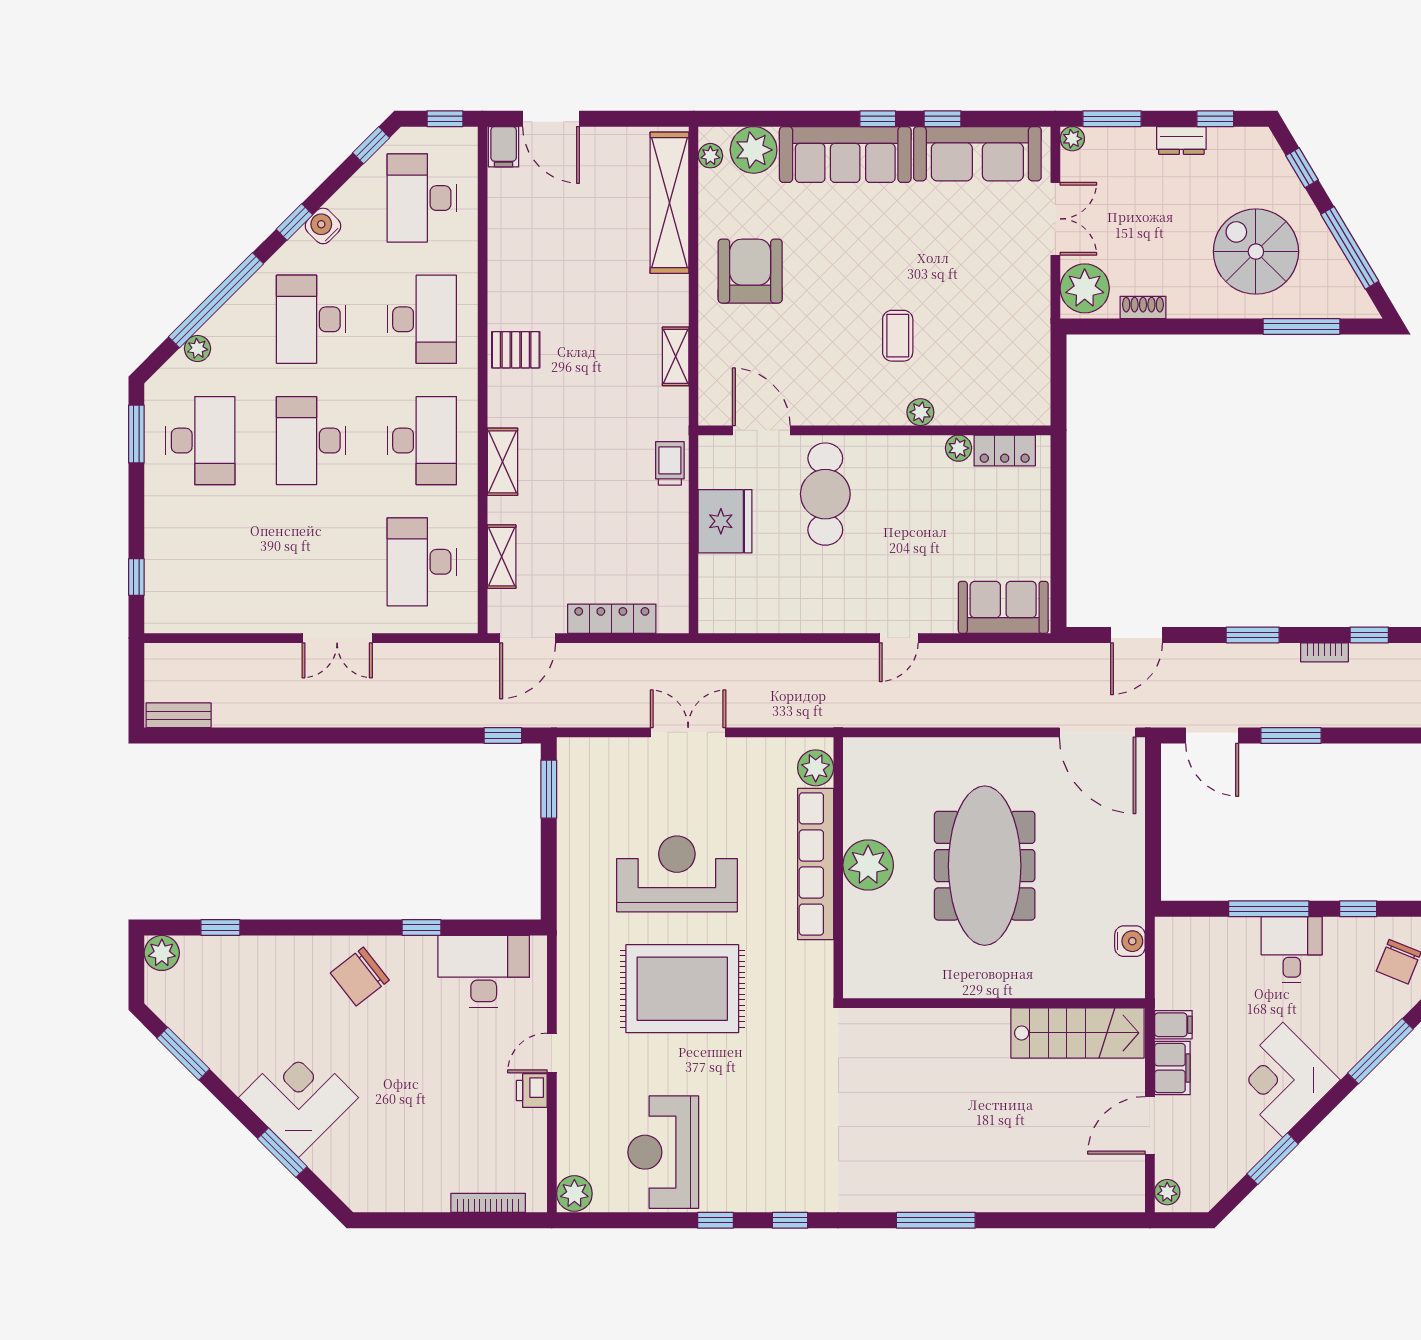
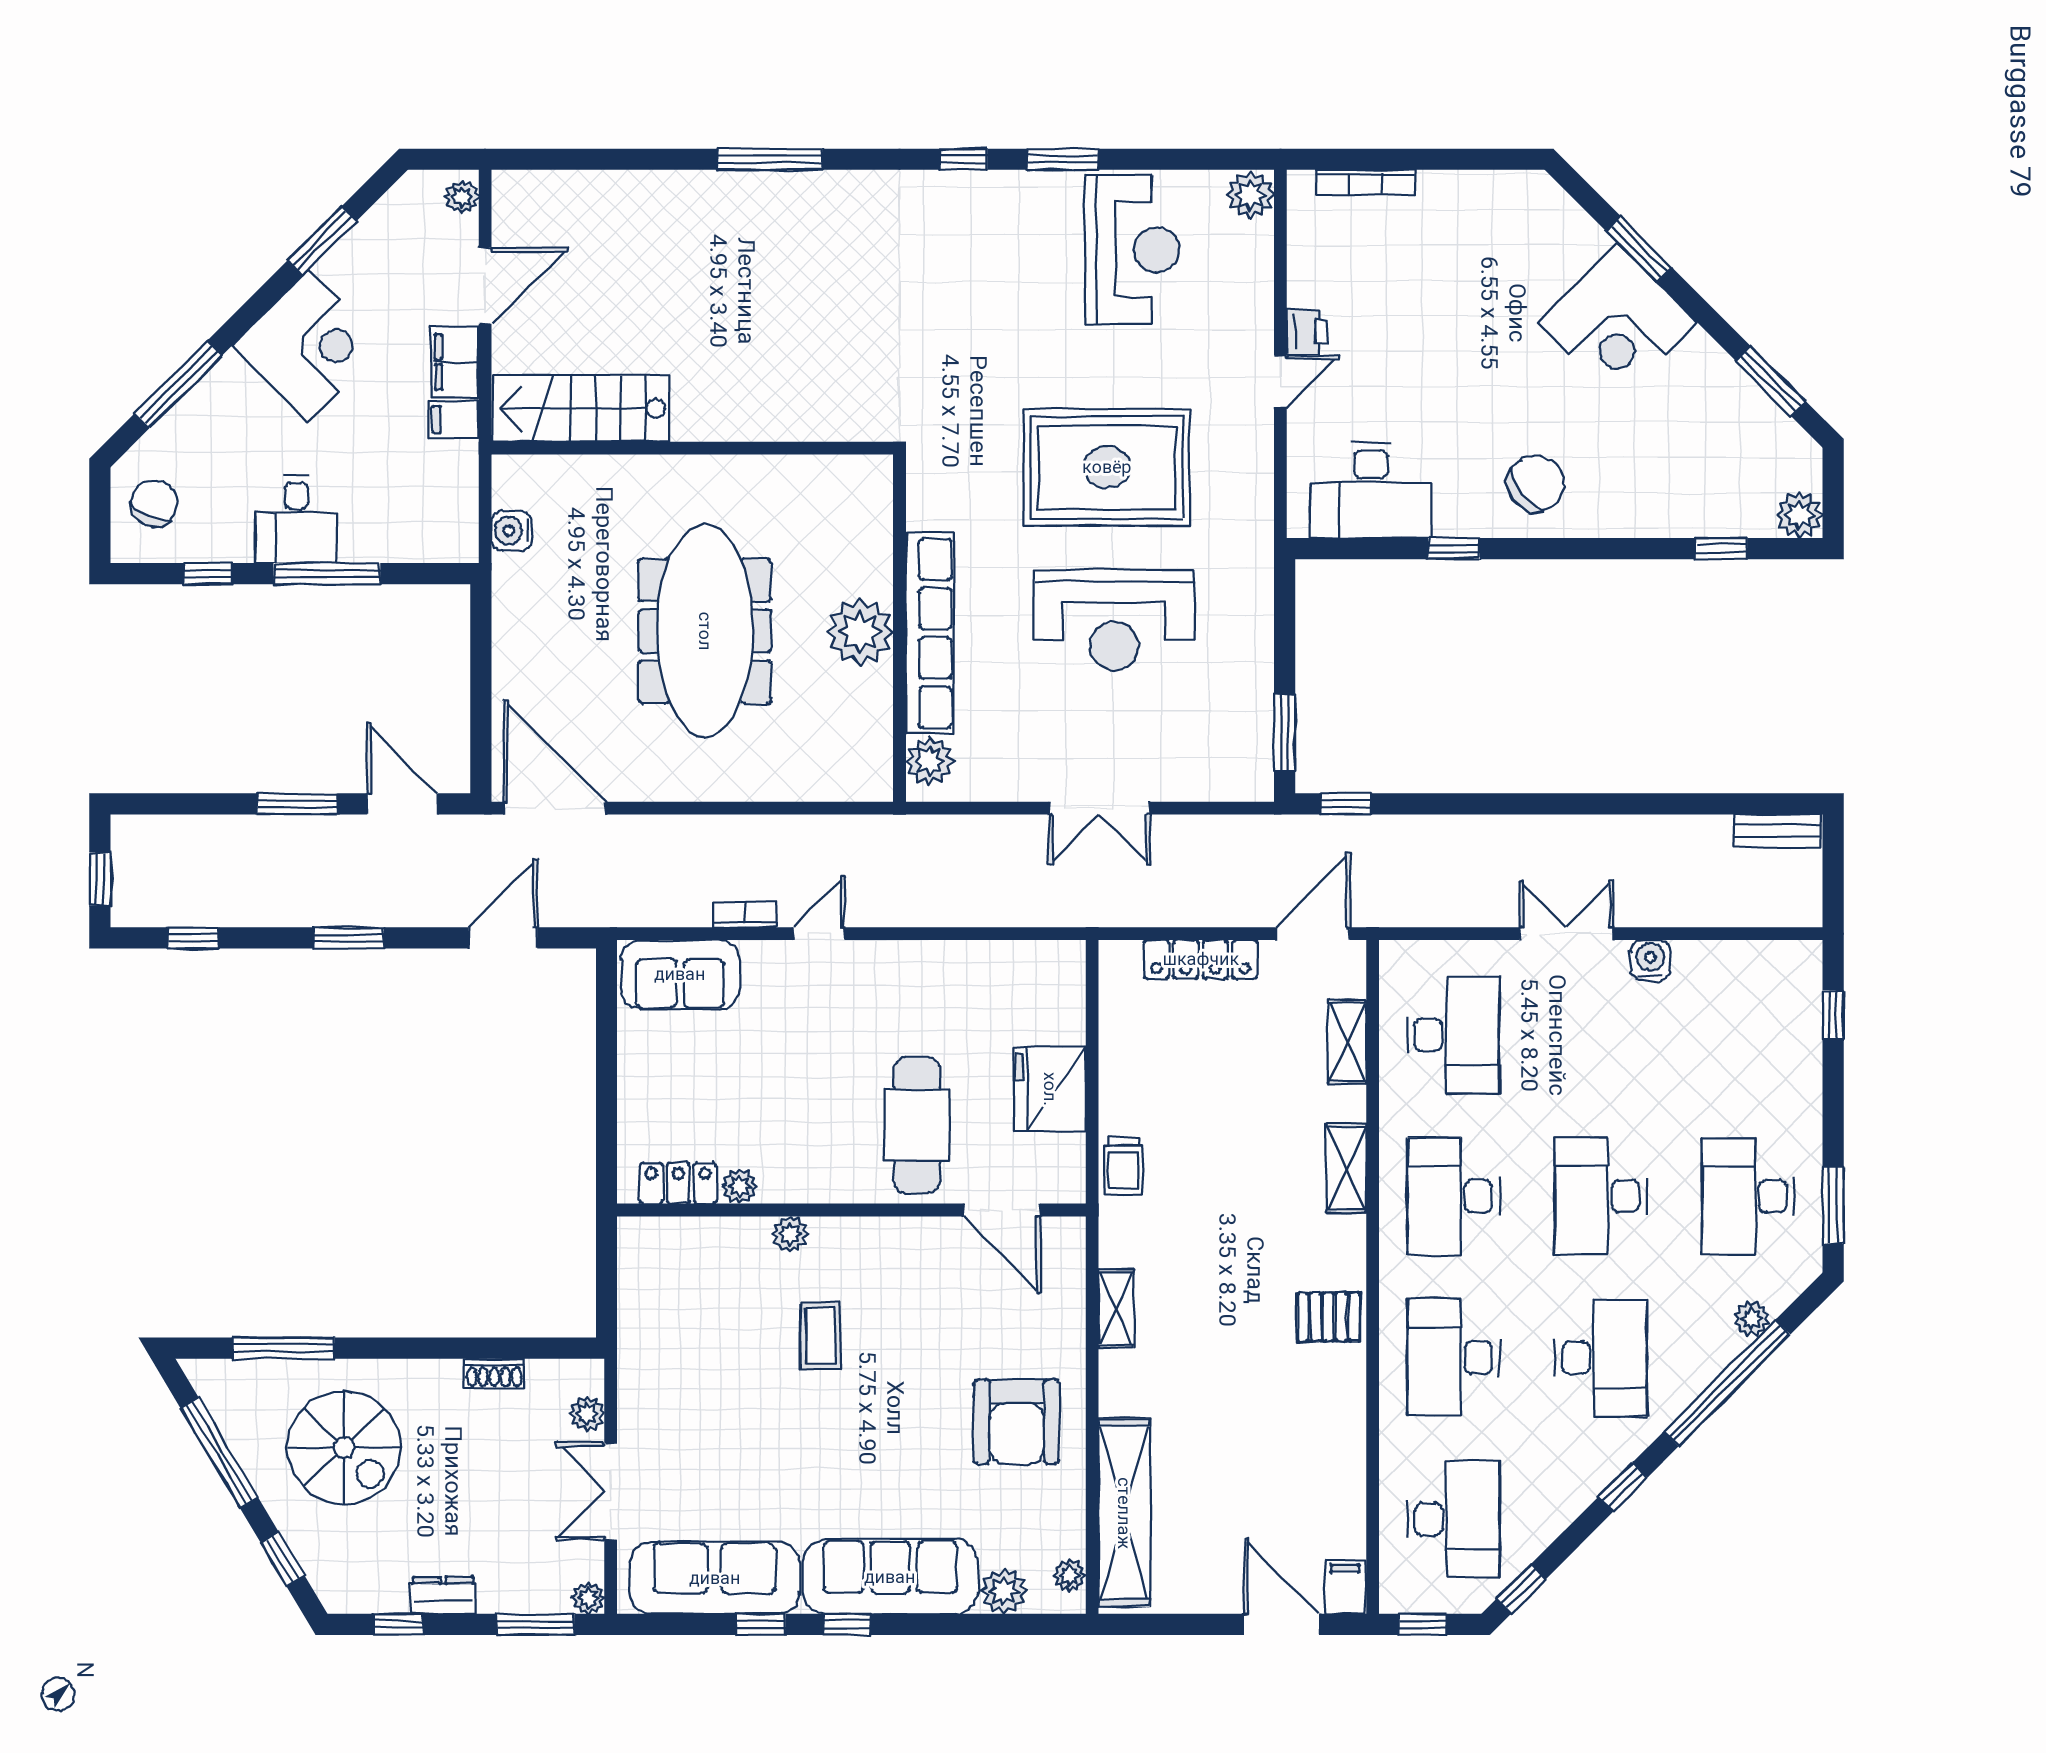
plant: (754, 150) -> (1004, 1591), width x0.73, depth x0.73
water cooler: (323, 226) -> (1651, 960), moved, turned -135
plant: (1085, 288) -> (587, 1414), width x0.53, depth x0.53
desk: (311, 441) -> (1601, 1196), turned 180
bookcase: (1324, 652) -> (745, 915), moved
window: (715, 1220) -> (1063, 159), width x1.50

